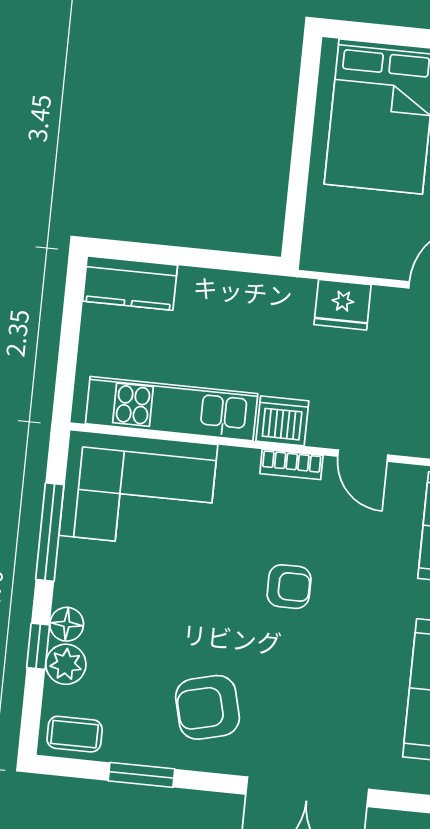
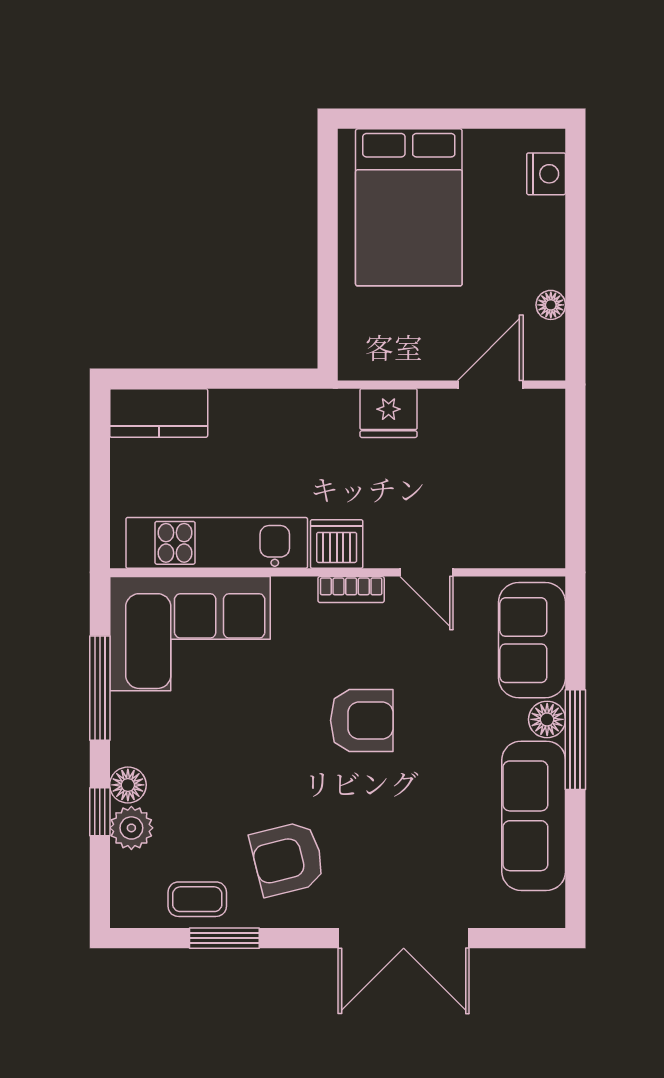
armchair: (289, 587) -> (362, 720), width x1.38, depth x1.38
coffee table: (75, 734) -> (197, 899), moved

